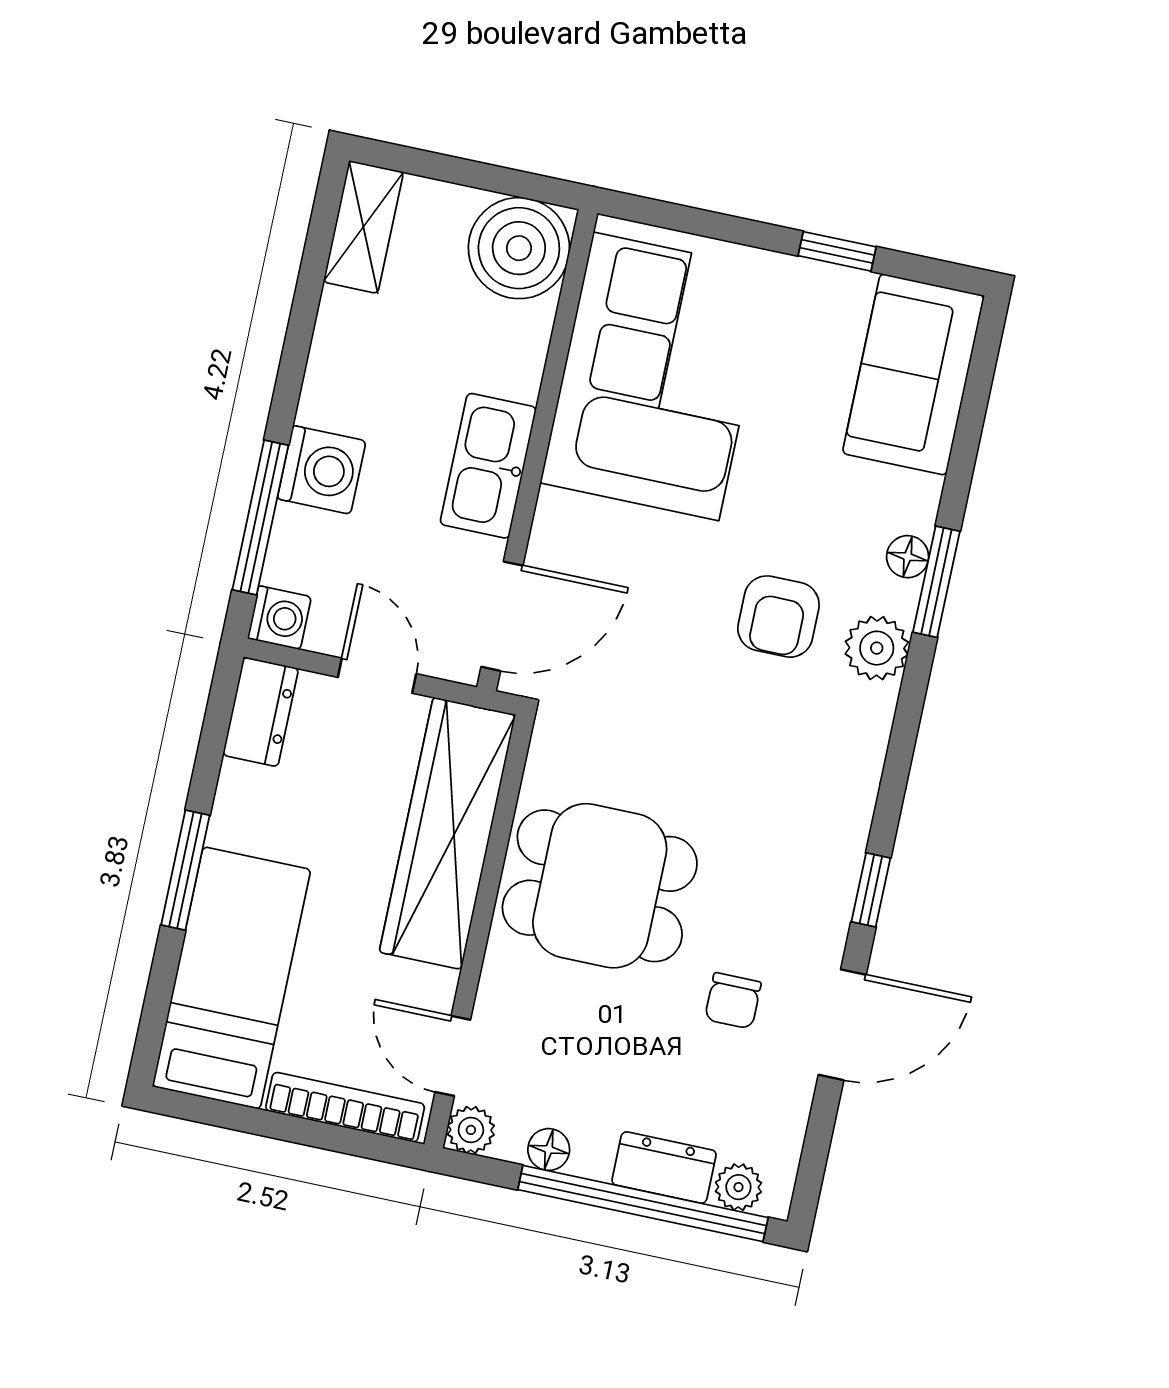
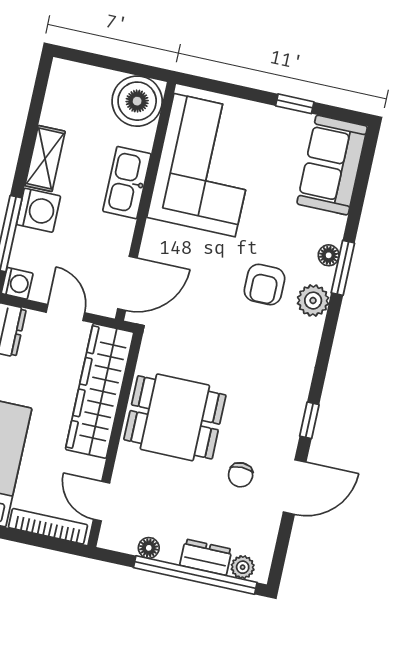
shelving: (363, 227) -> (45, 158), moved
kitchen sink: (488, 466) -> (127, 183), moved
plant: (471, 1130) -> (110, 538), removed

